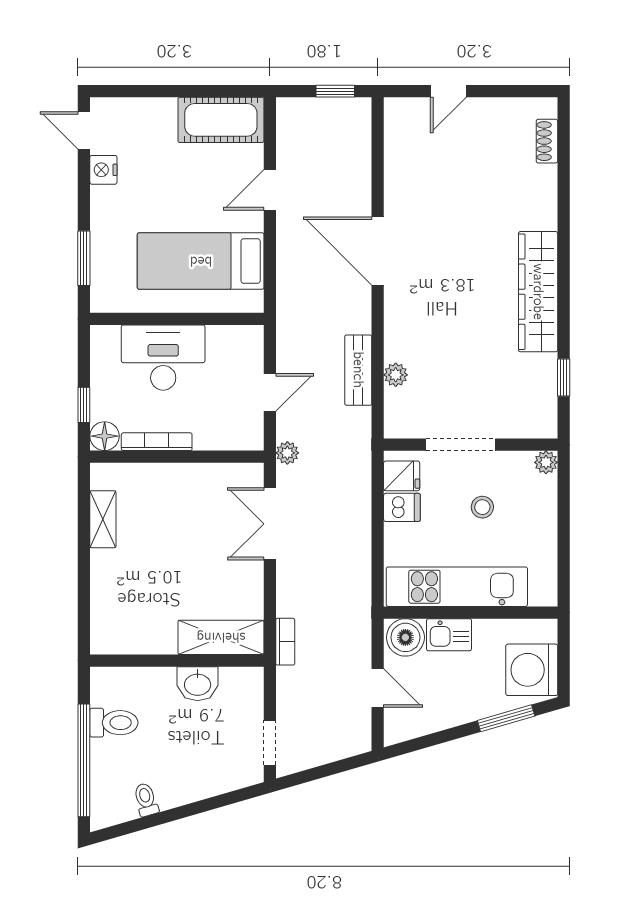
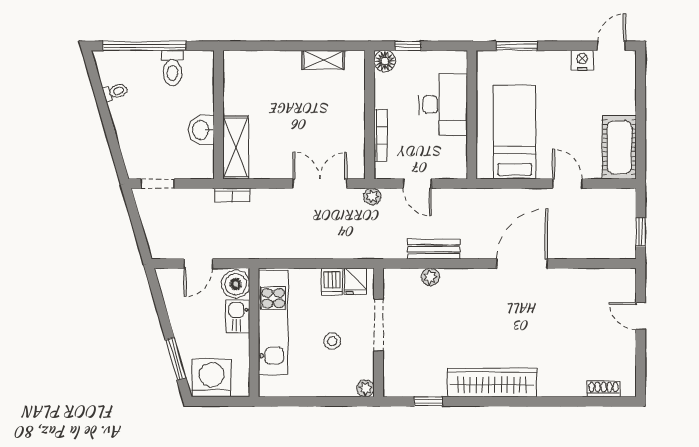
bookcase: (157, 442) -> (381, 135), moved

